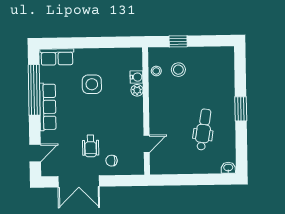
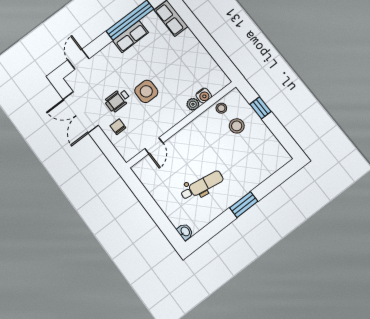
side table: (92, 84) -> (146, 91), moved
row of seats: (48, 107) -> (131, 37), width x0.68
door: (147, 144) -> (154, 146), hinge flipped
door: (35, 153) -> (78, 59), swing flipped

